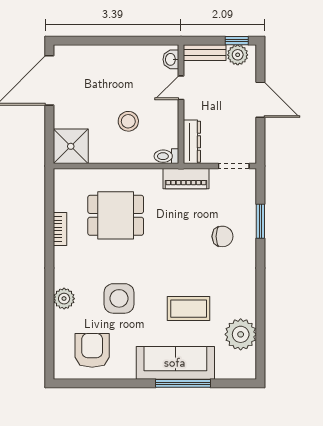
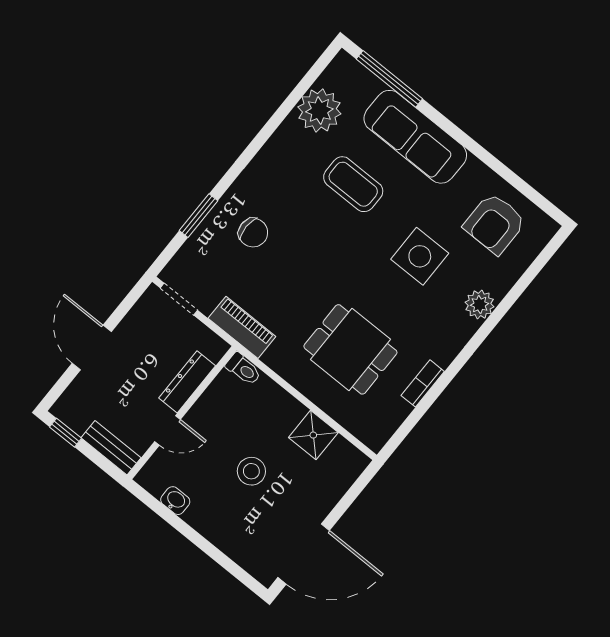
plant: (238, 55) -> (77, 416), removed
washbasin: (171, 59) -> (175, 501), moved, turned -90
stool: (128, 121) -> (251, 471), moved
dresser: (192, 142) -> (187, 382), moved
shower: (71, 146) -> (313, 435), moved, width x0.73, depth x0.73
chair: (222, 236) -> (253, 233), turned 180
window: (183, 383) -> (389, 79), moved

